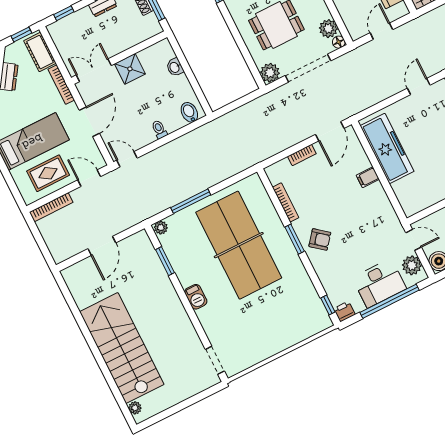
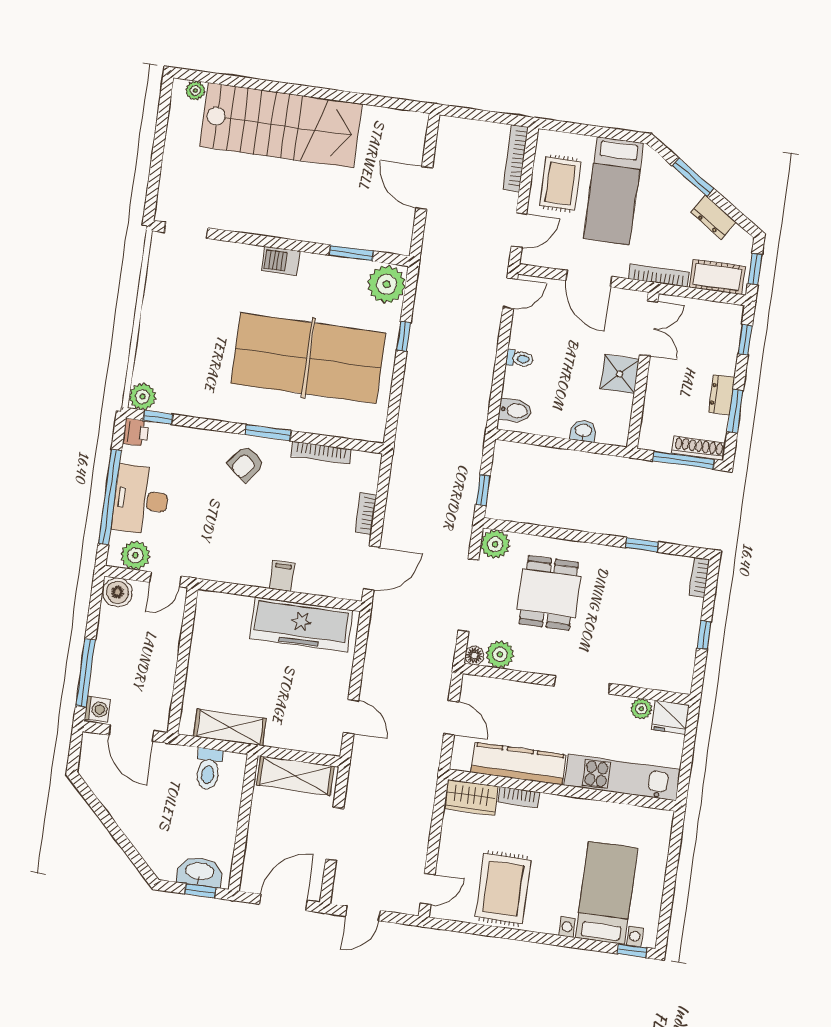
window: (245, 100) -> (483, 490), added
door: (330, 131) -> (372, 568), swing flipped
window: (191, 201) -> (404, 336), width x0.46
plant: (161, 228) -> (386, 284), width x1.88, depth x1.88
plant: (322, 321) -> (142, 397), added

